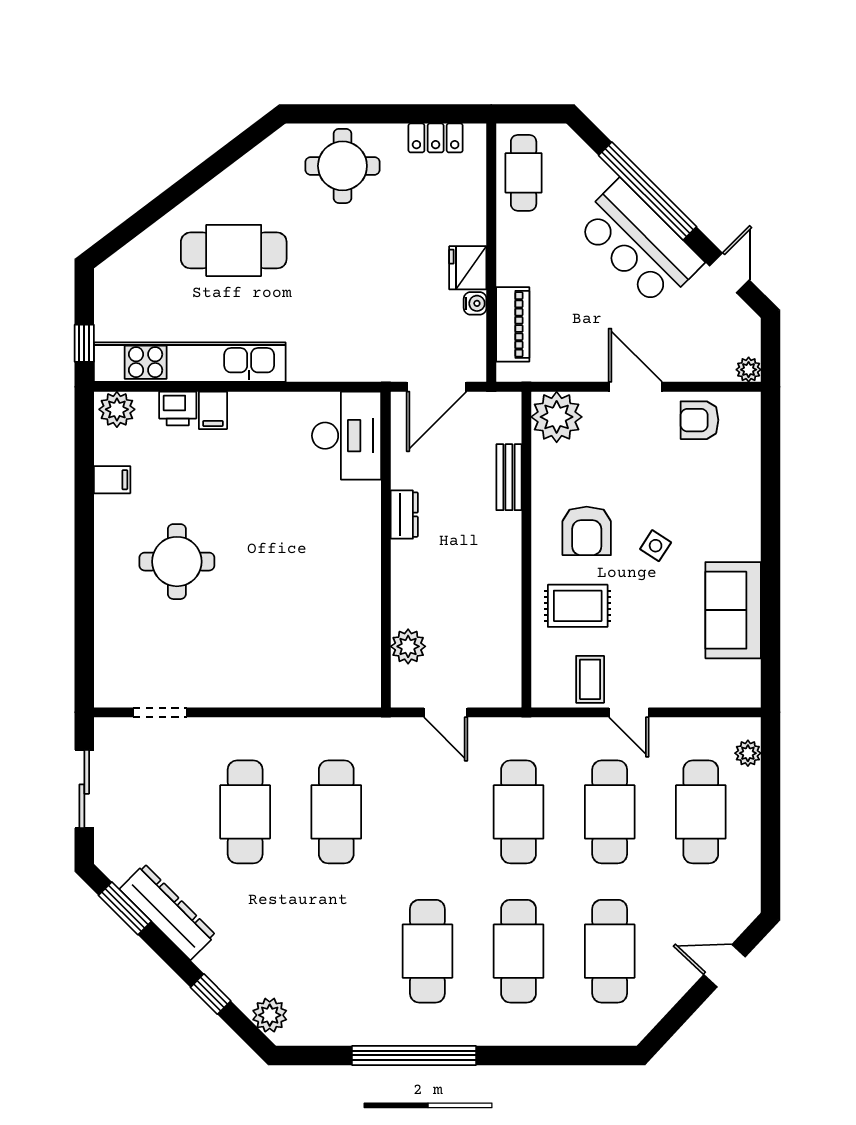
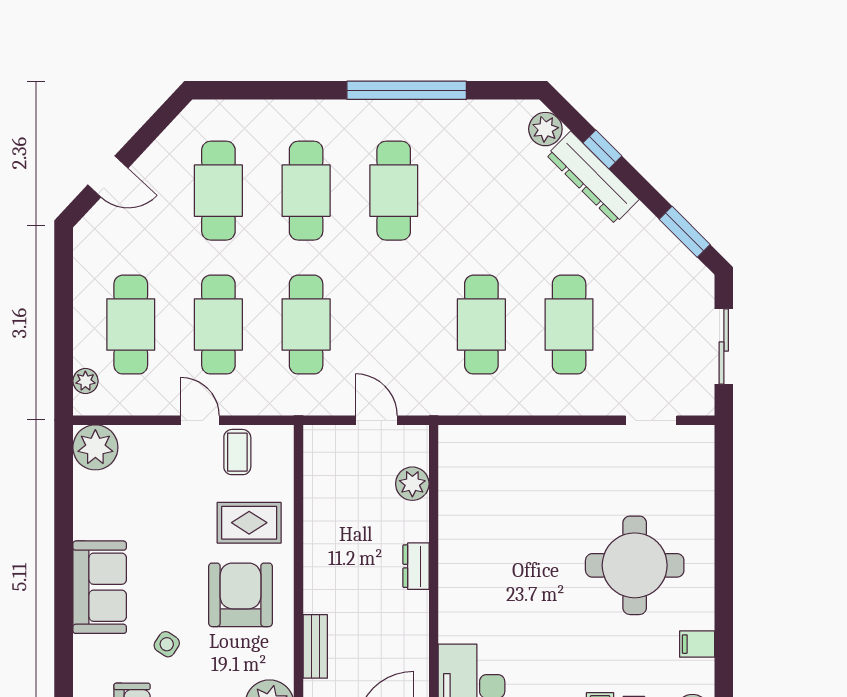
dresser: (404, 515) -> (416, 566), moved
armchair: (587, 531) -> (240, 595), width x1.36, depth x1.36
side table: (656, 546) -> (167, 644), moved
round table: (177, 562) -> (635, 565), width x1.36, depth x1.36
sofa: (733, 610) -> (100, 587), moved
plant: (738, 684) -> (95, 447), added
dresser: (168, 912) -> (593, 177), moved

